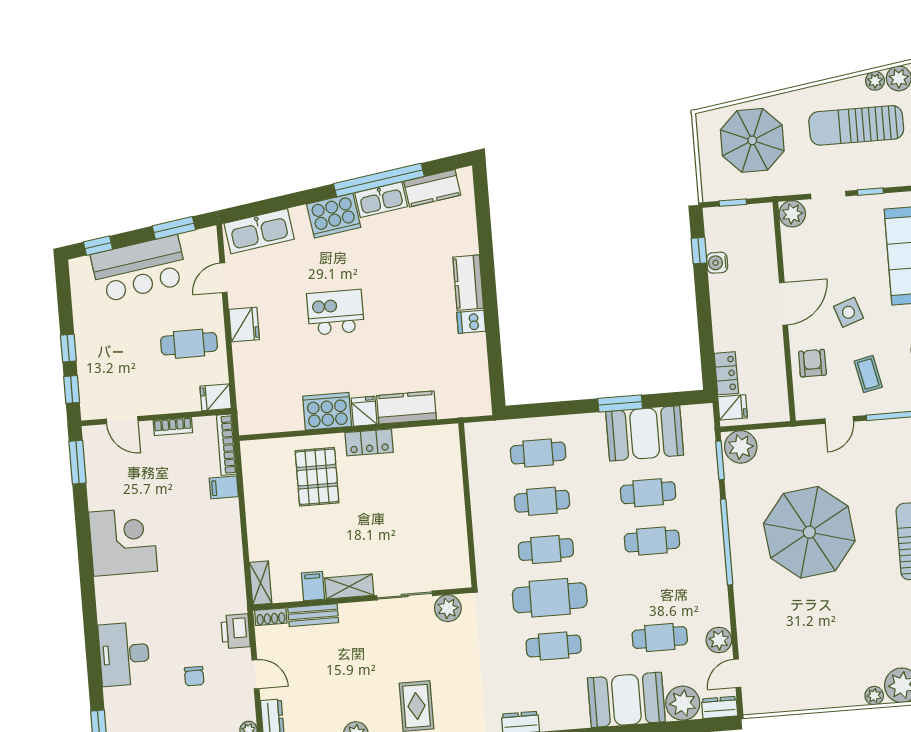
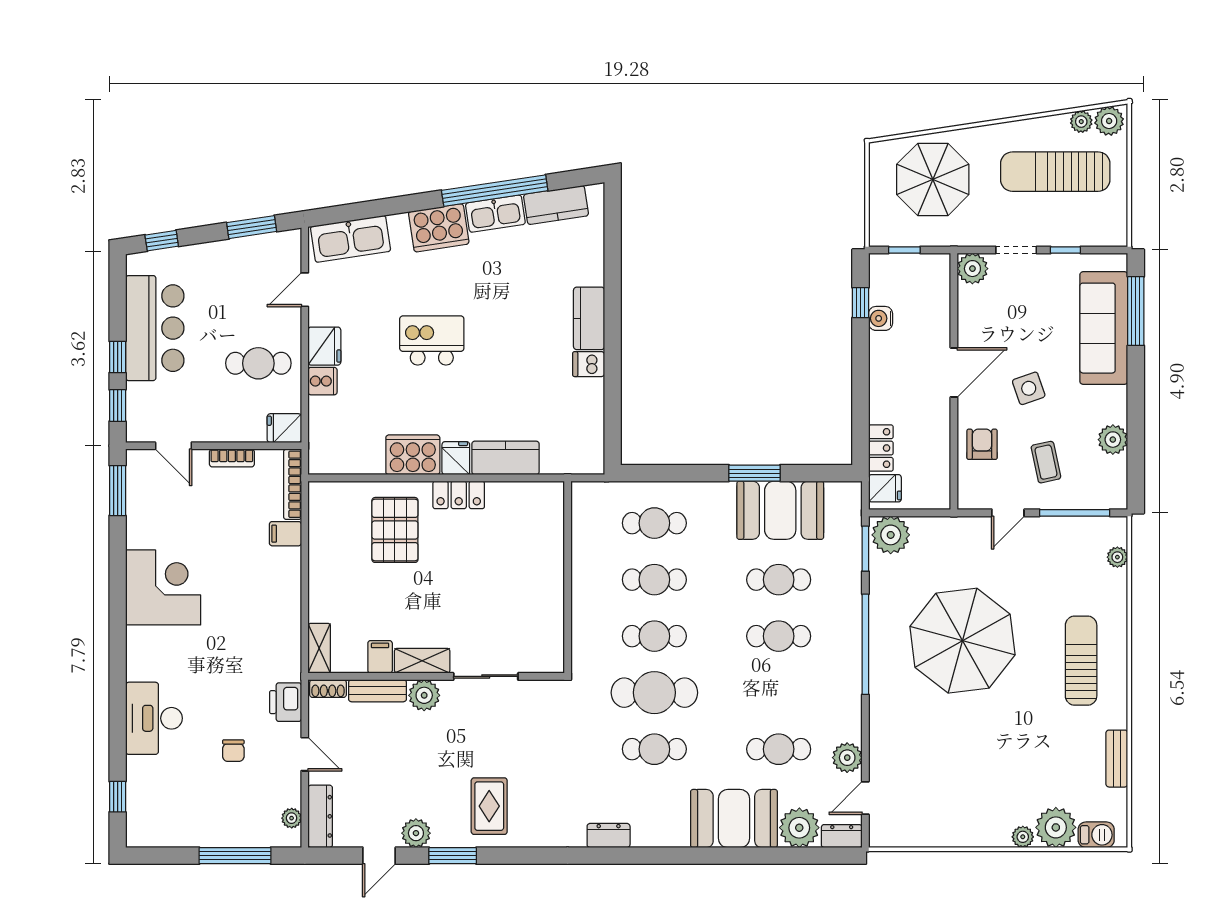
bar counter: (139, 269) -> (155, 328), moved, turned -81
cooker: (245, 355) -> (323, 381), added
plant: (448, 608) -> (424, 695), moved

